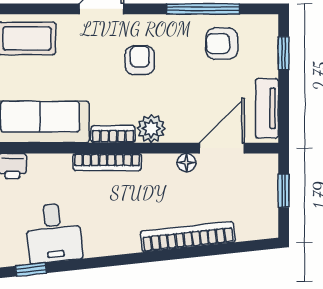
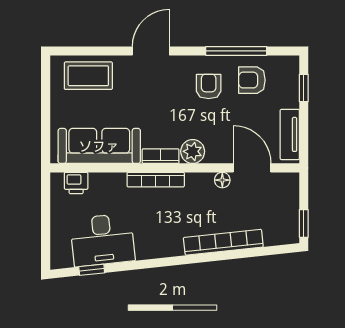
armchair: (140, 60) -> (209, 86), moved
door: (222, 148) -> (252, 168), hinge flipped
window: (284, 191) -> (304, 223), moved
desk: (54, 233) -> (102, 240), width x1.37

